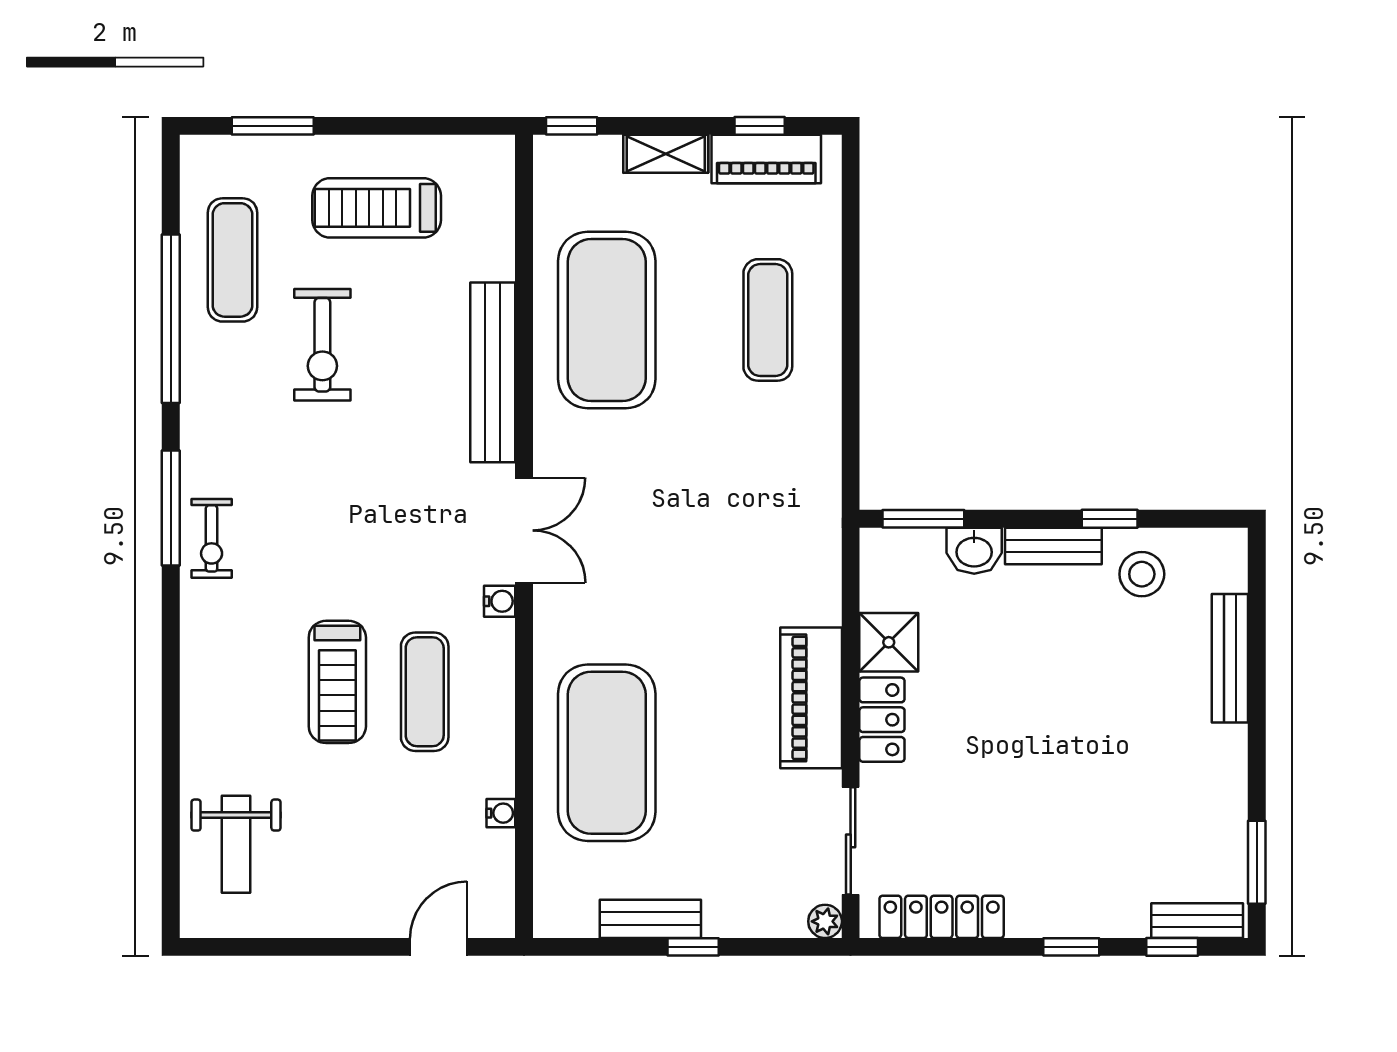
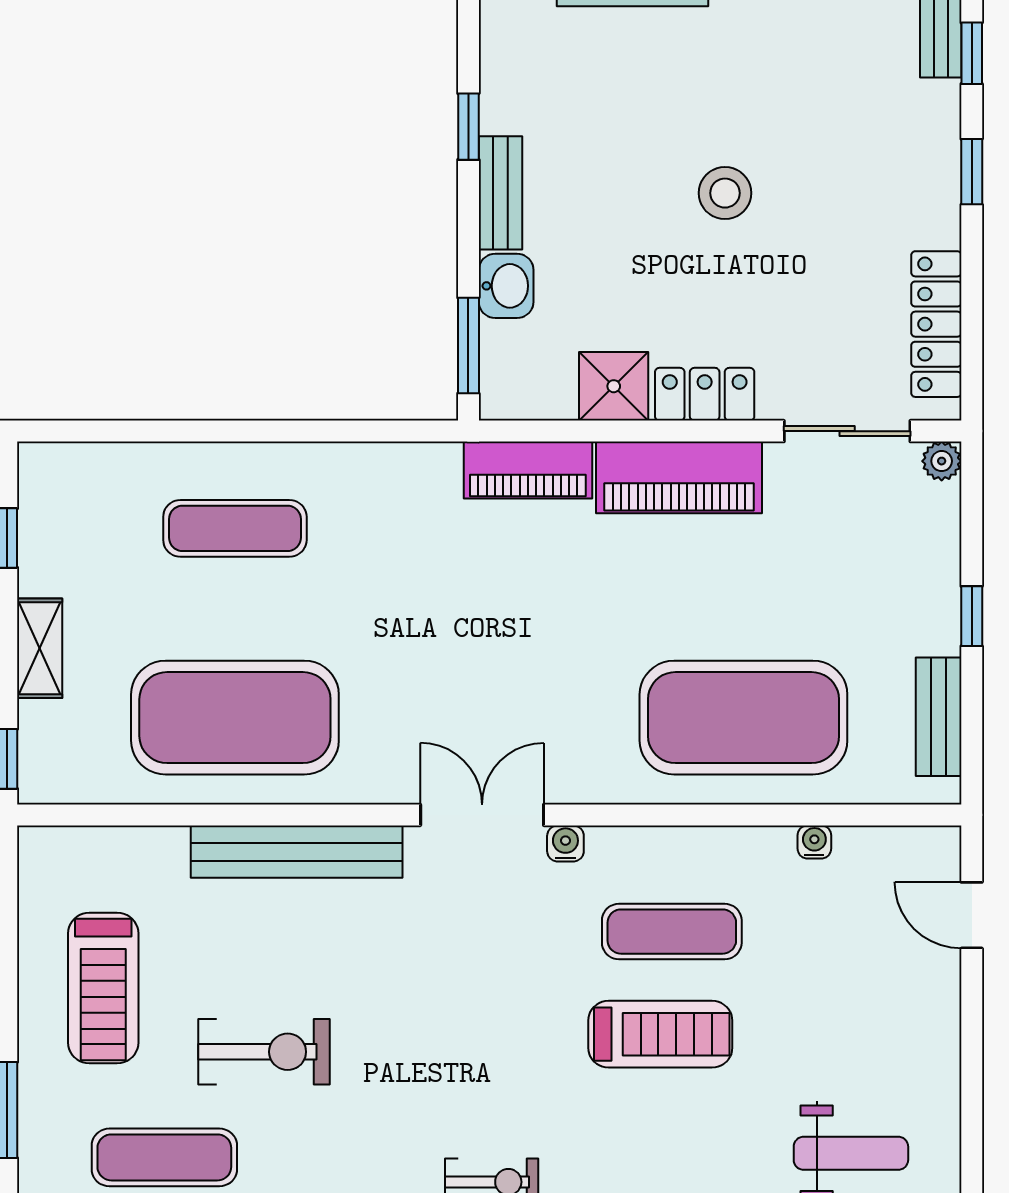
piano: (766, 159) -> (528, 470), moved, turned 90
stool: (1142, 574) -> (725, 193), moved
bench: (650, 919) -> (939, 717), moved

